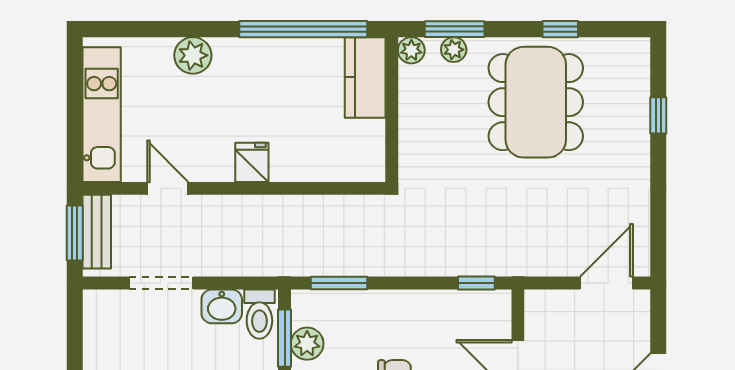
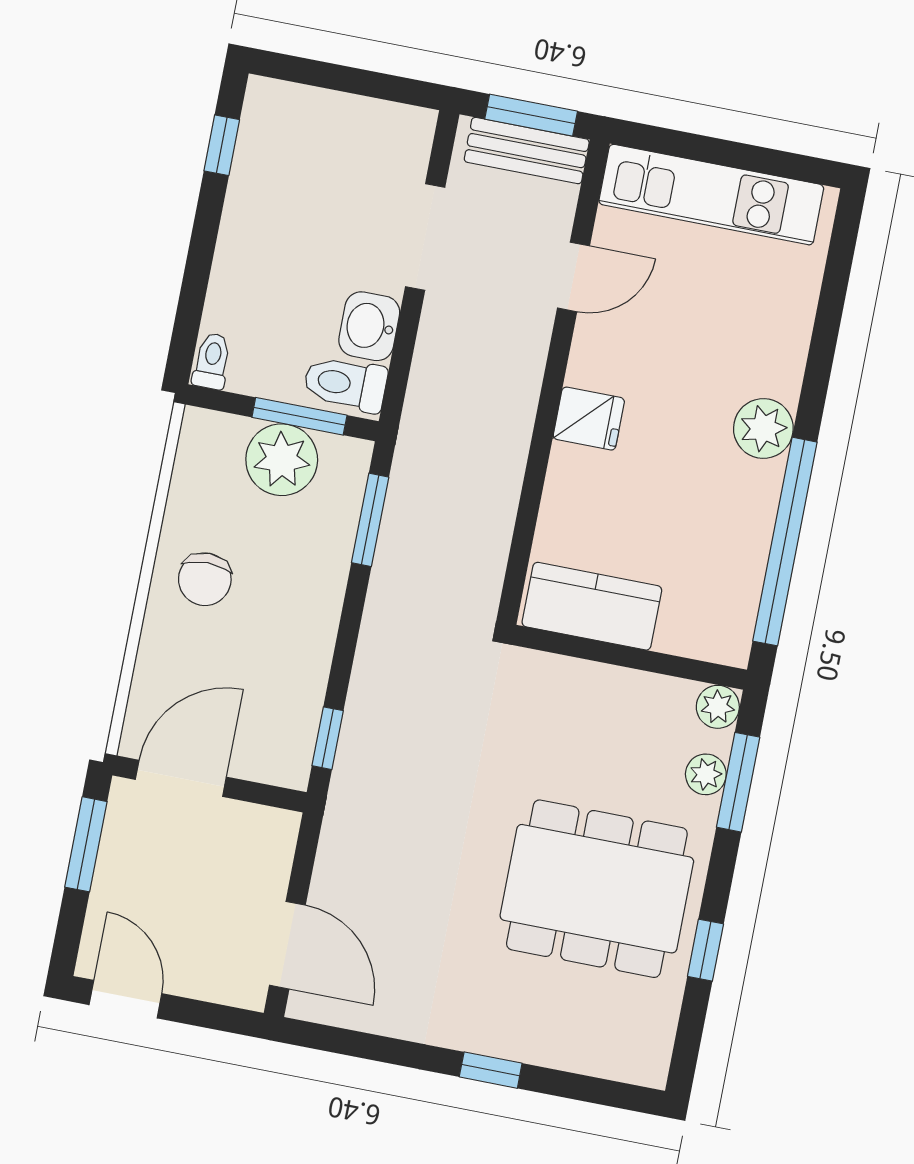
plant: (193, 55) -> (763, 429), moved
kitchen counter: (365, 77) -> (592, 606), moved
window: (658, 115) -> (491, 1070), moved
plant: (307, 344) -> (282, 460), width x1.36, depth x1.36

